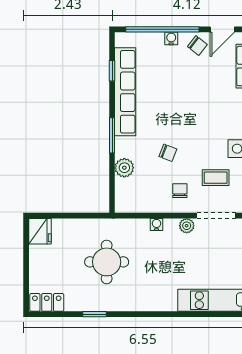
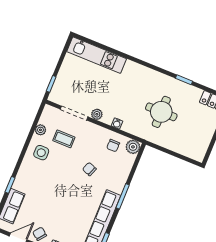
plant: (124, 168) -> (133, 147), moved
chair: (180, 191) -> (113, 146), moved
fridge: (40, 231) -> (198, 151), removed

